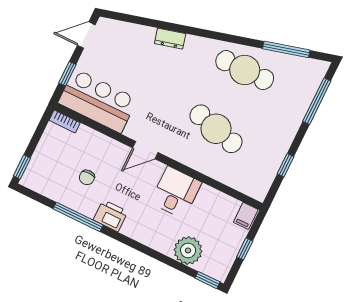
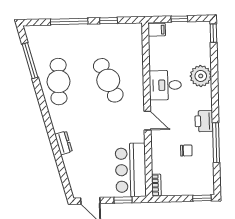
window: (317, 101) -> (69, 22), moved
cafe table: (216, 129) -> (108, 80), turned -39
plant: (188, 250) -> (201, 76), moved

